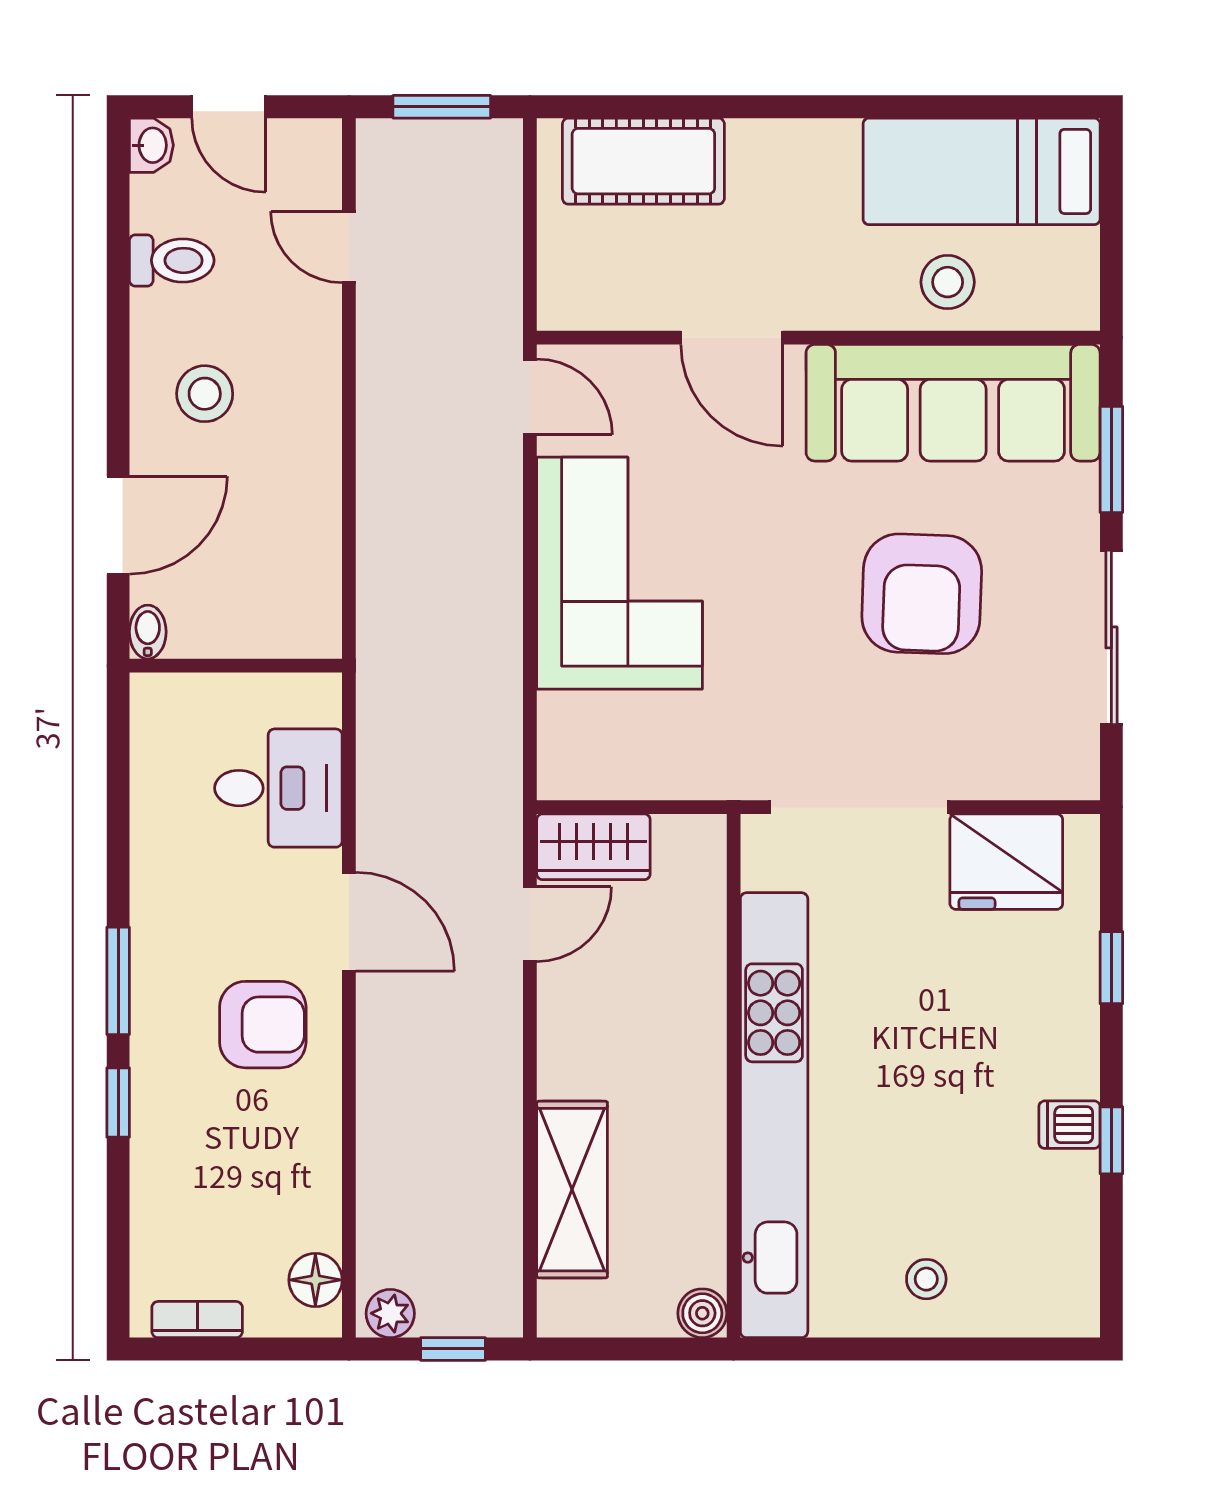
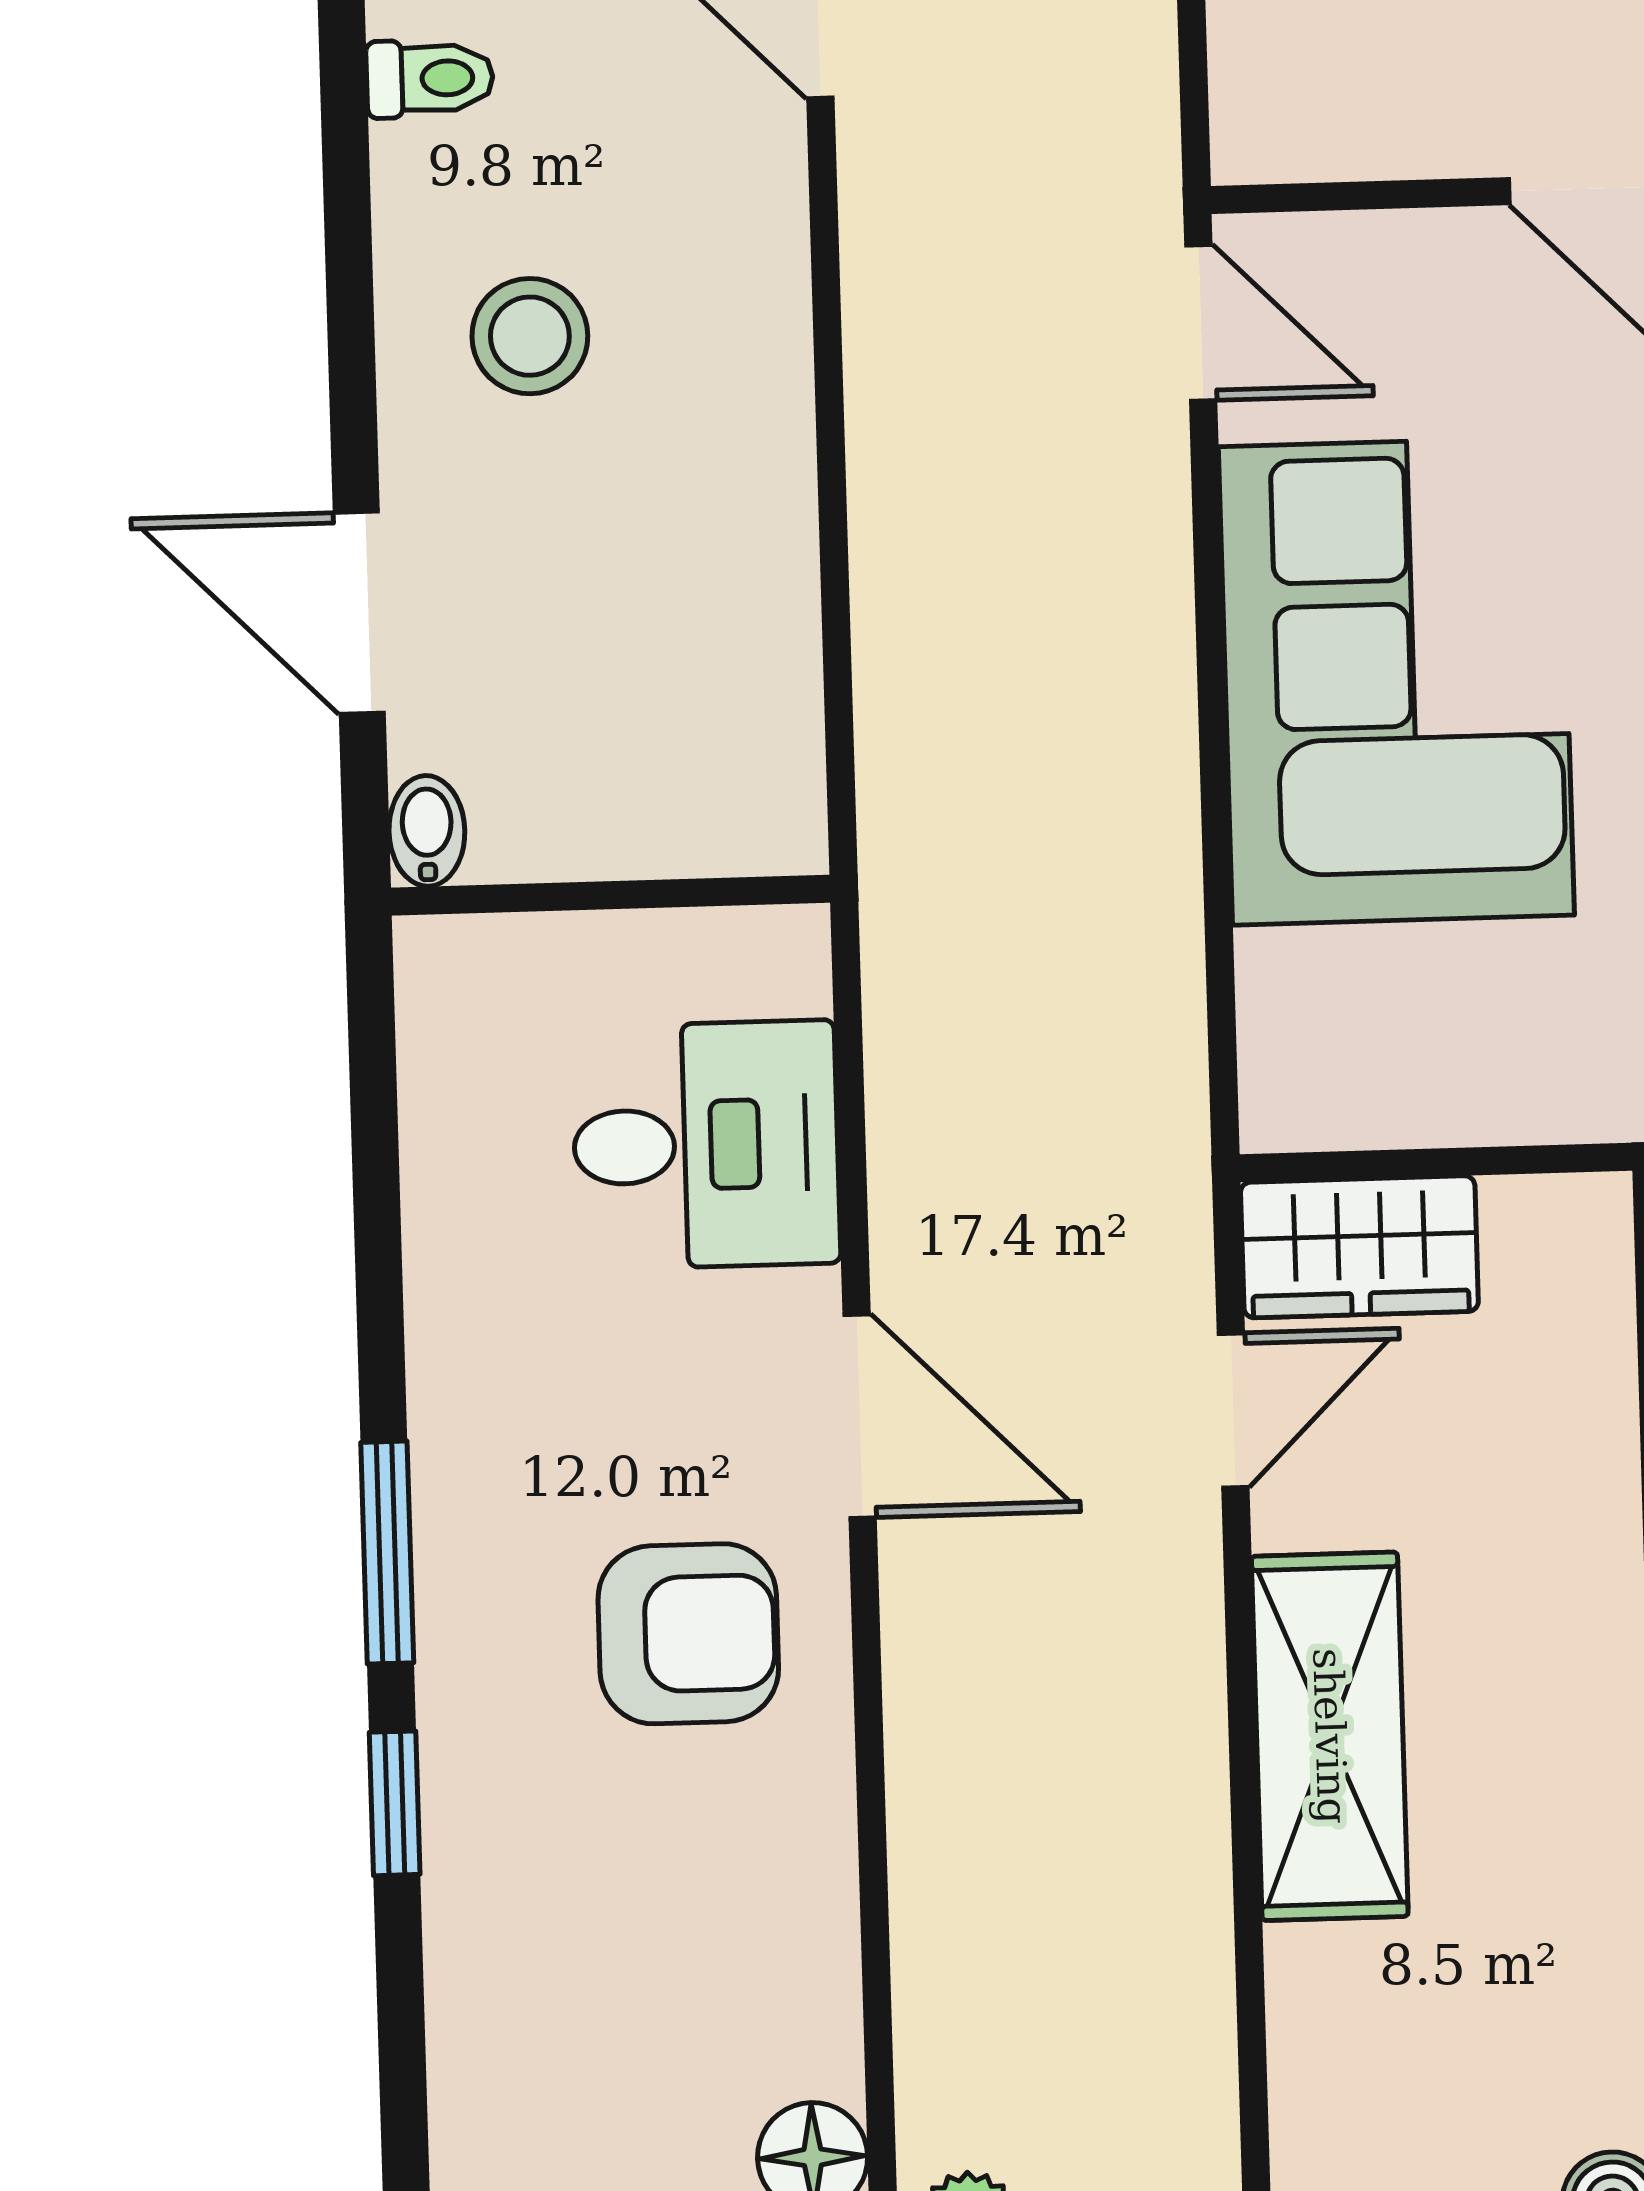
toilet: (172, 260) -> (430, 78), width x0.73, depth x0.72
door: (118, 525) -> (359, 613), swing flipped
shelving: (572, 1190) -> (1330, 1736), moved

